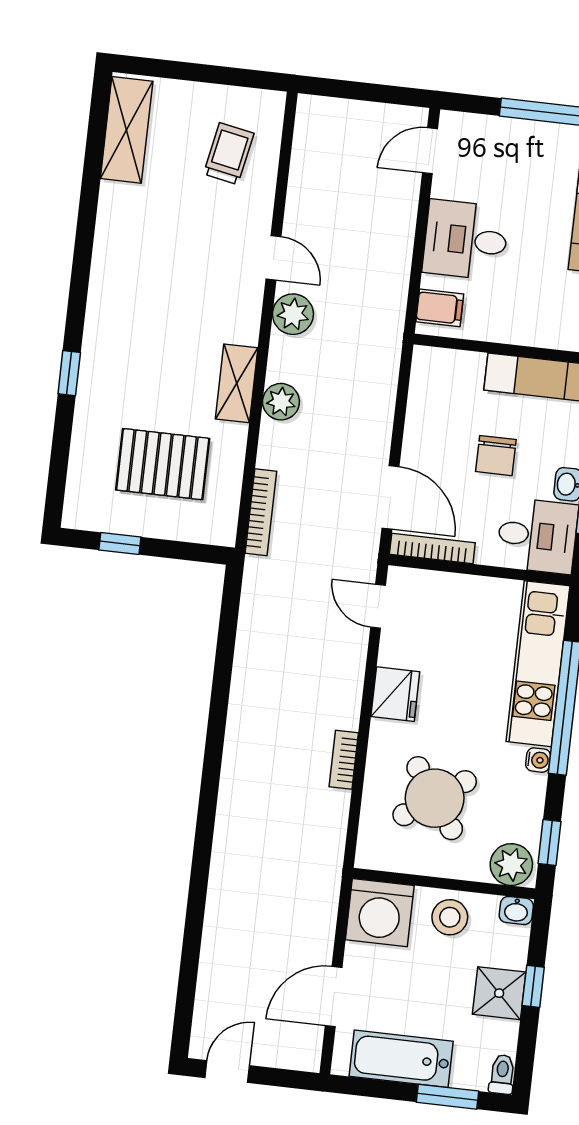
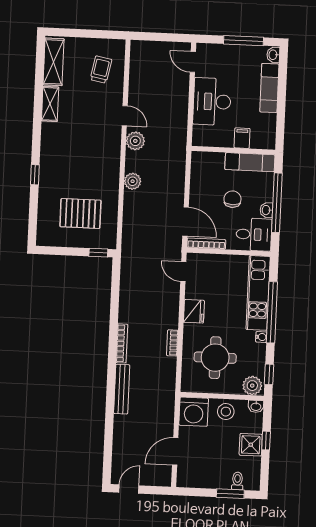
door: (430, 151) -> (193, 62), hinge flipped
desk: (466, 240) -> (212, 102), width x1.37
filing cabinet: (440, 308) -> (242, 138), moved, turned -90
shelving: (237, 383) -> (50, 104), moved
chair: (496, 456) -> (232, 199), turned 180
bookcase: (261, 512) -> (122, 343), moved
window: (120, 544) -> (98, 253), moved
round table: (435, 798) -> (215, 358), turned 35
bench: (226, 853) -> (122, 389), added
bathtub: (401, 1059) -> (208, 478), removed
toilet: (502, 1074) -> (237, 481), moved

